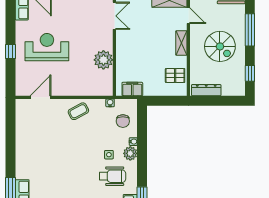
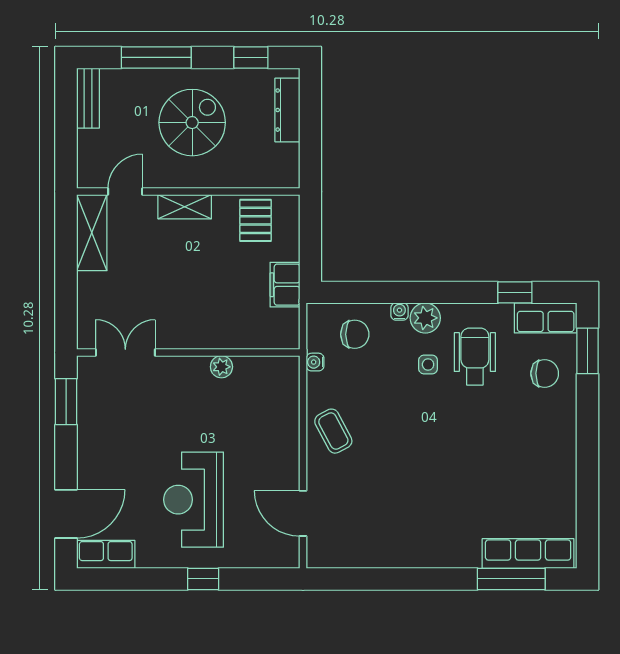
plant: (103, 60) -> (221, 367), width x0.53, depth x0.53
filing cabinet: (132, 89) -> (285, 285), moved
dresser: (206, 90) -> (287, 110), moved

